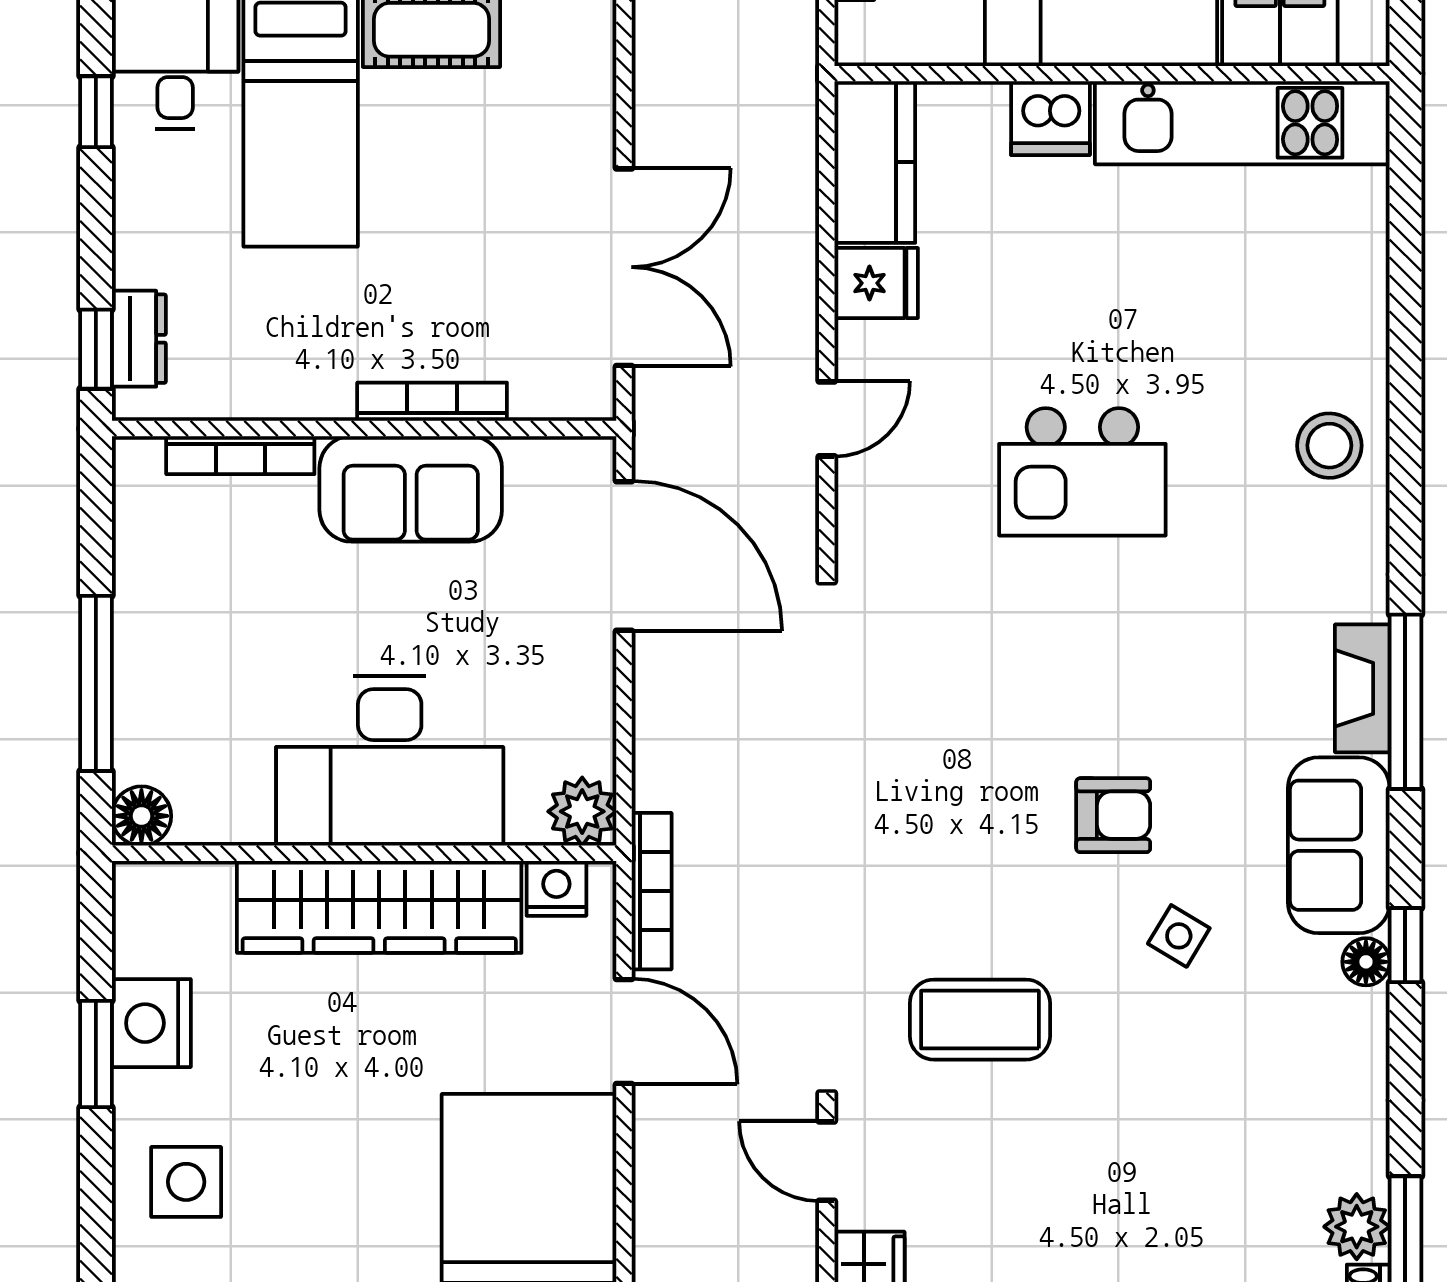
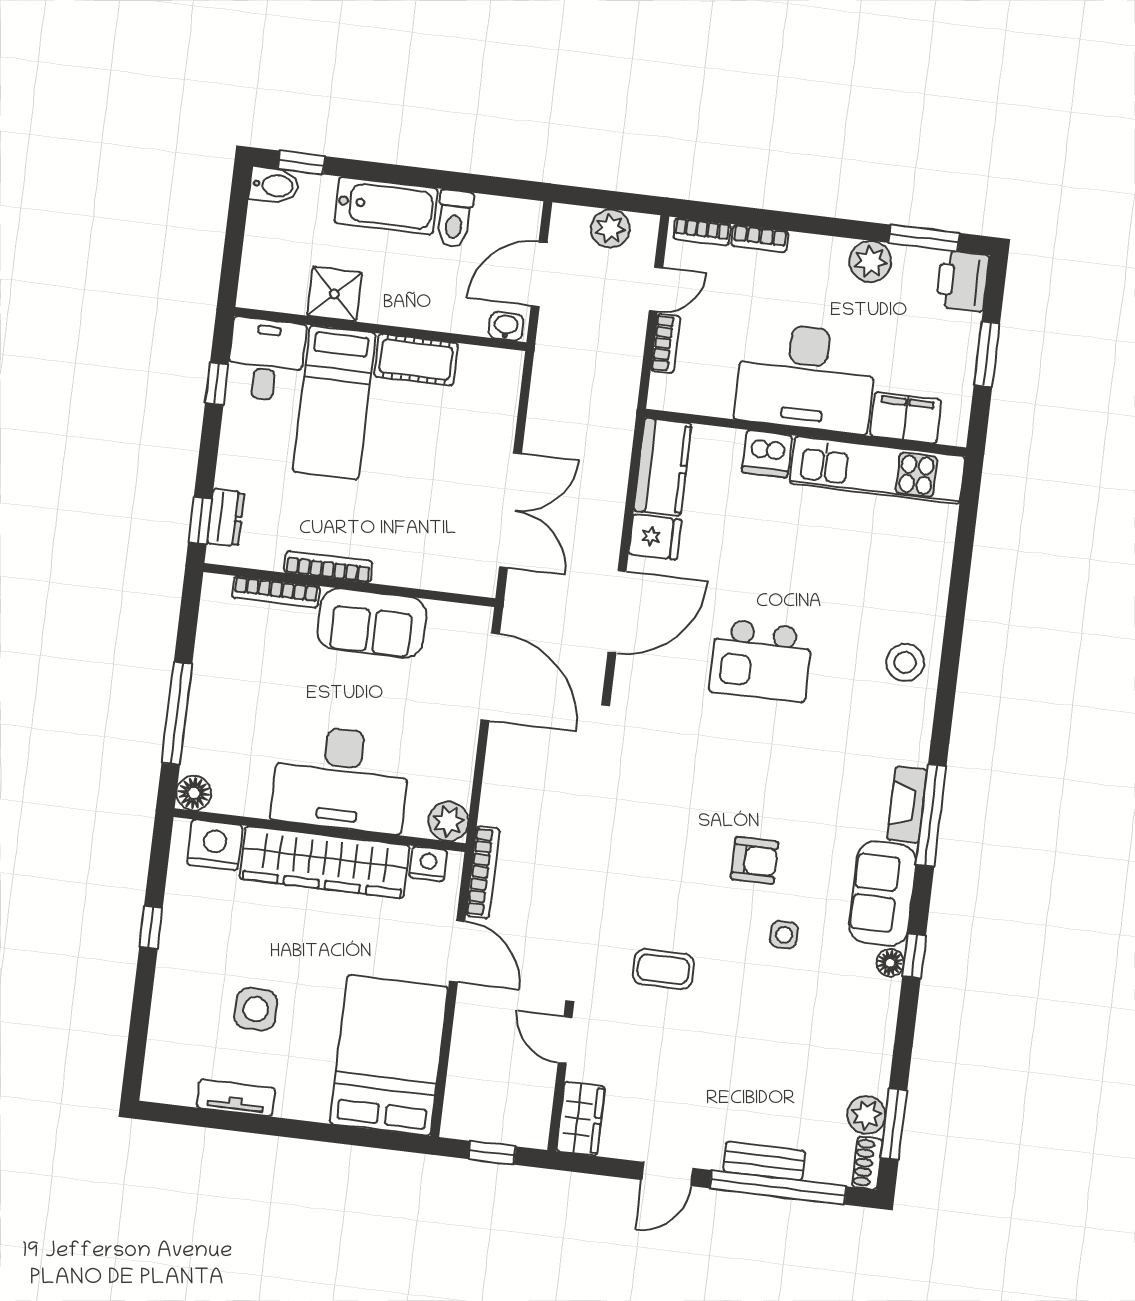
bookcase: (432, 402) -> (328, 567), moved
door: (827, 419) -> (617, 612), width x1.88
side table: (1179, 936) -> (784, 935), turned -31
coffee table: (980, 1020) -> (663, 969), width x0.73, depth x0.77
nightstand: (151, 1023) -> (215, 845), moved, turned 90
window: (96, 1054) -> (151, 927), width x0.67
side table: (186, 1182) -> (256, 1009), moved

